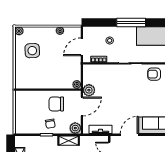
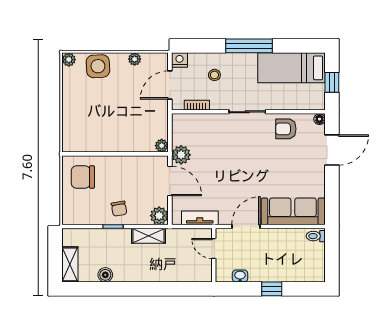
nightstand: (88, 31) -> (180, 60), added
side table: (32, 51) -> (98, 66), moved
chair: (56, 104) -> (83, 177), moved
door: (82, 106) -> (170, 181), hinge flipped

